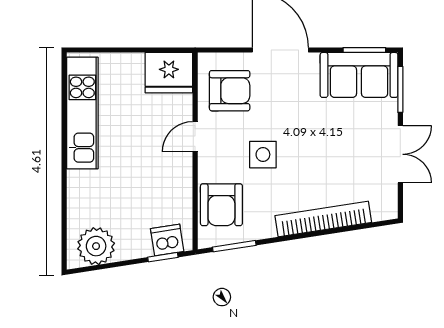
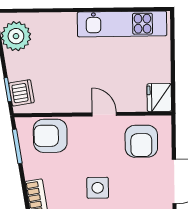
fridge: (169, 73) -> (159, 98), width x0.73, depth x0.75
side table: (263, 155) -> (98, 188), moved

